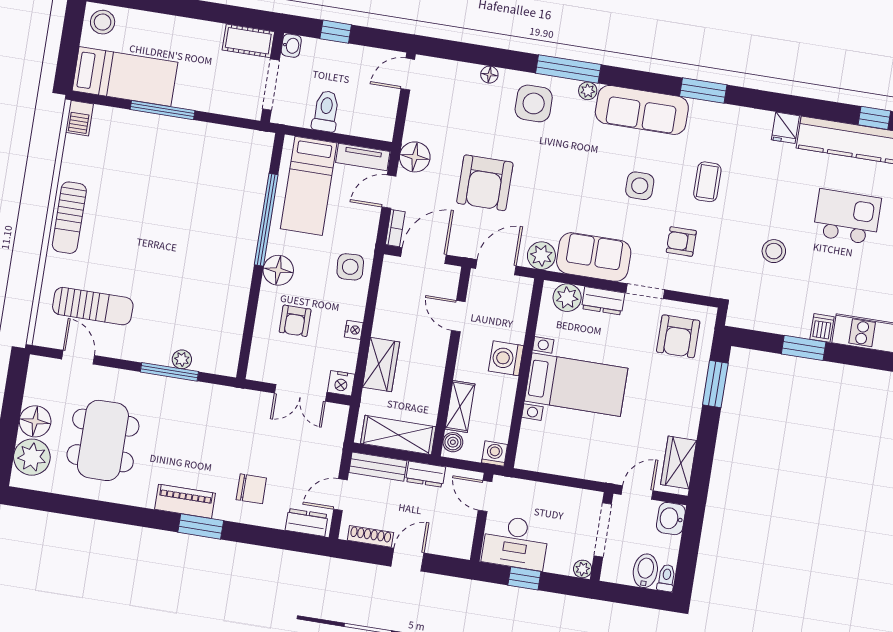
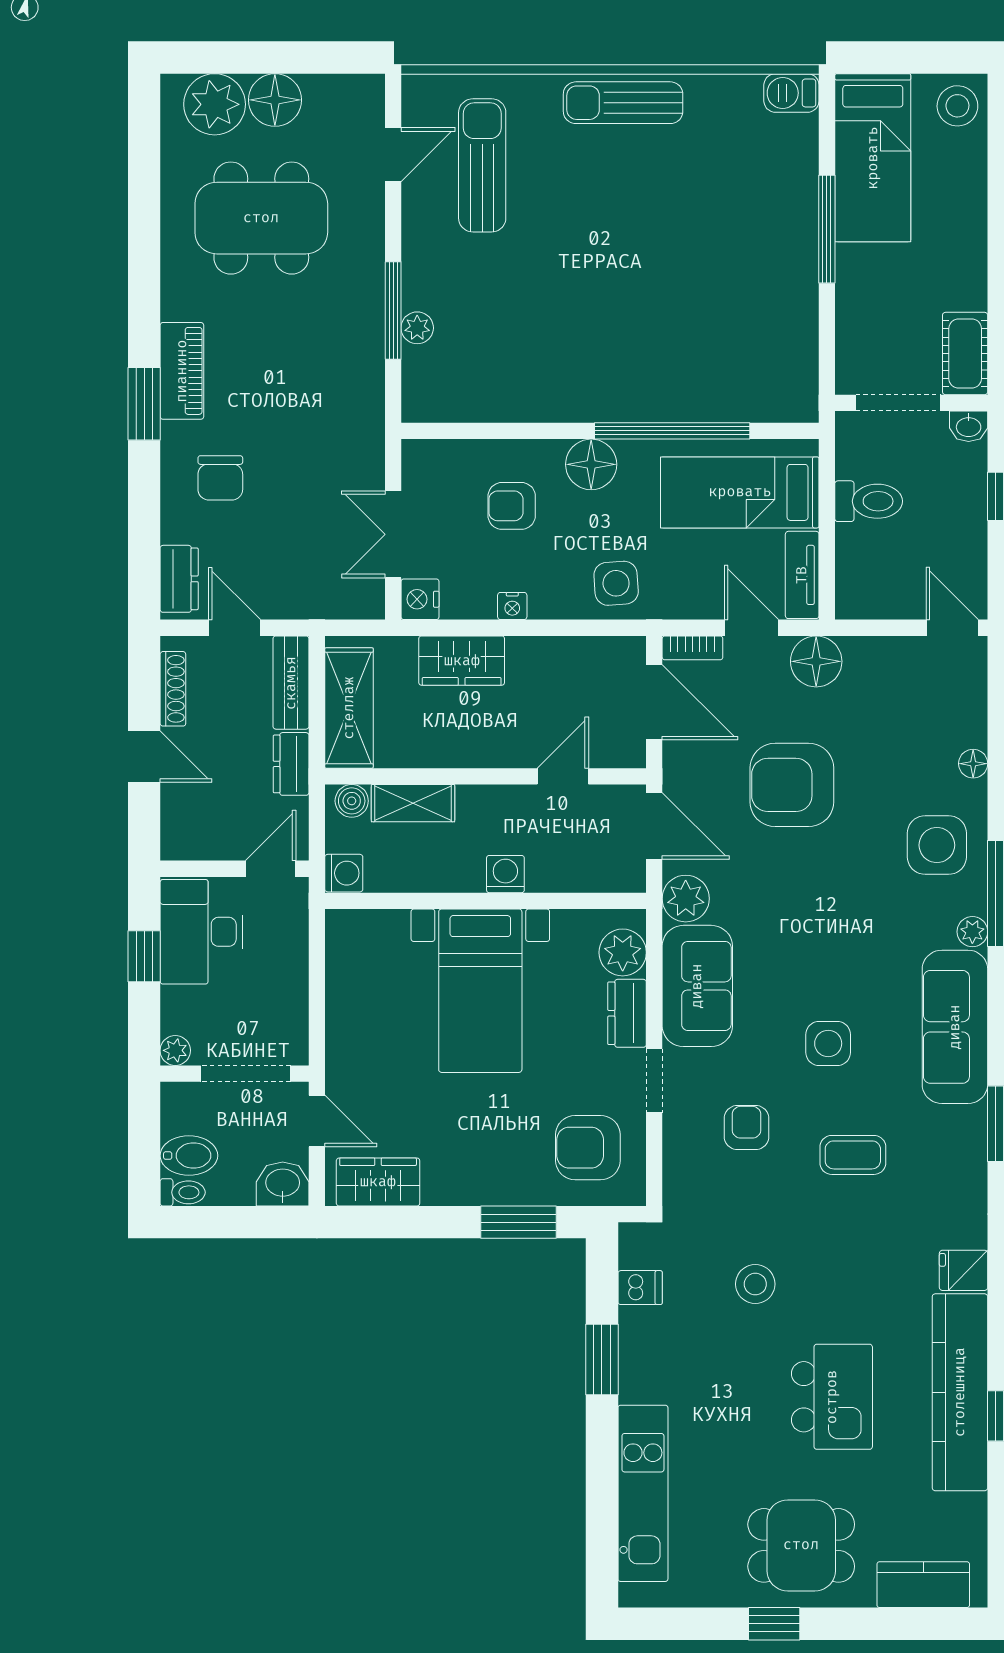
sun lounger: (93, 306) -> (482, 165), turned 180
dishwasher: (822, 328) -> (640, 1288), moved
washing machine: (506, 358) -> (505, 874), width x0.73, depth x0.73

